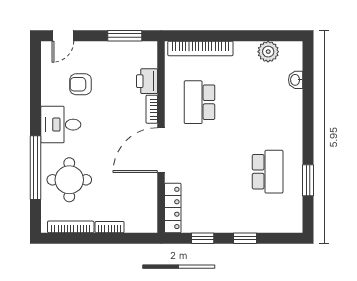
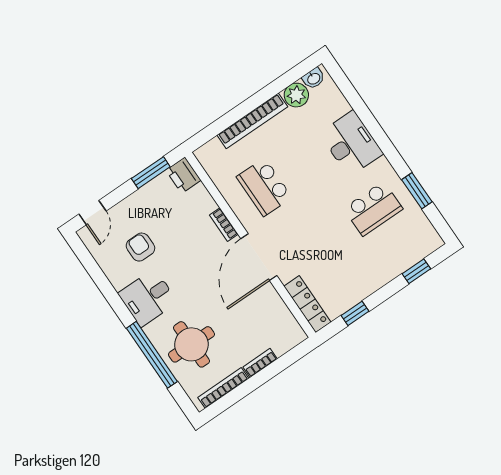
bookcase: (200, 48) -> (252, 121), moved
washbasin: (296, 80) -> (314, 78), moved, turned -90
printer: (147, 81) -> (183, 175), moved
armchair: (81, 84) -> (140, 247), turned 90
desk: (284, 114) -> (351, 143), added
school desk: (268, 172) -> (373, 209), turned 90
window: (245, 238) -> (416, 271), moved

